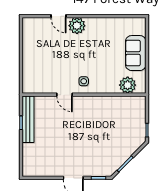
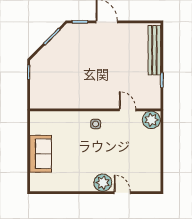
plant: (128, 85) -> (151, 120), moved
door: (65, 95) -> (128, 110), moved
bench: (28, 119) -> (154, 50), moved

